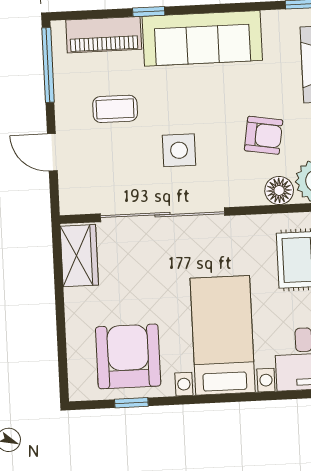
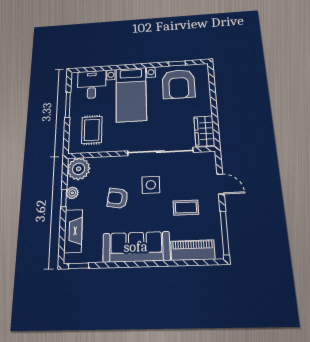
window: (149, 12) -> (167, 263), removed
armchair: (264, 135) -> (118, 198), moved
floor lamp: (279, 190) -> (99, 164), removed

